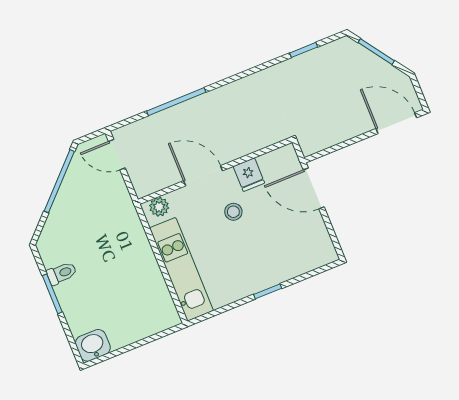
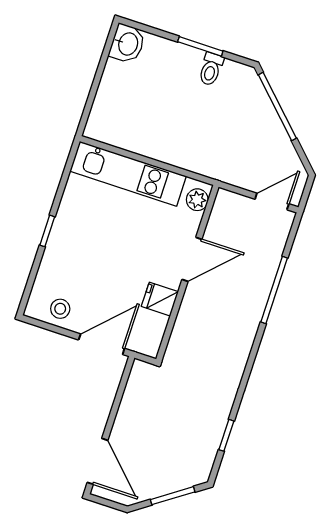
door: (396, 123) -> (97, 461), hinge flipped
window: (59, 181) -> (277, 106), moved
stool: (233, 212) -> (60, 309), moved

